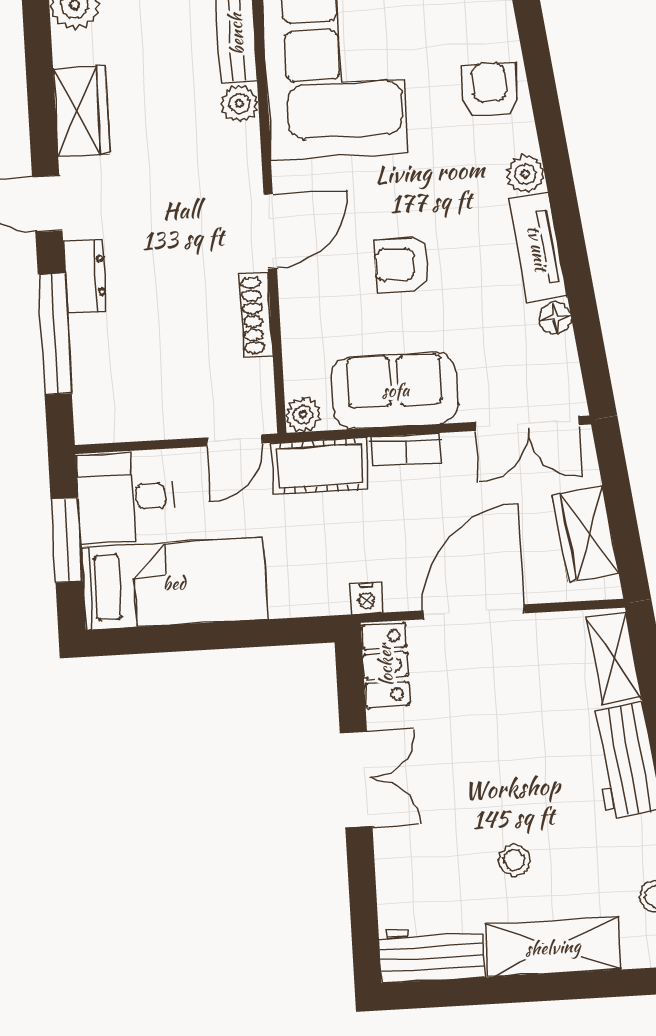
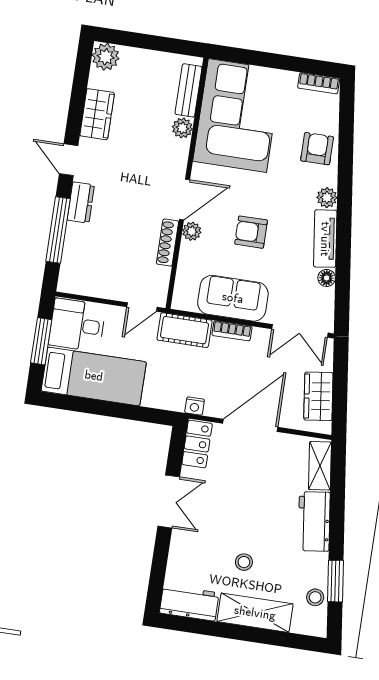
plant: (303, 415) -> (192, 231), moved

